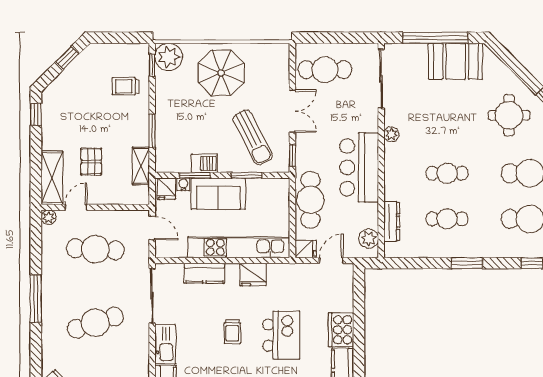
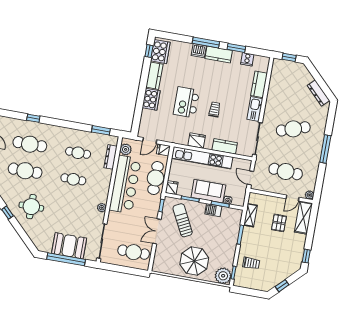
booth: (456, 61) -> (69, 246), moved
bar counter: (359, 167) -> (125, 184), width x1.36
fridge: (166, 189) -> (172, 188), moved
window: (467, 263) -> (101, 130), moved

